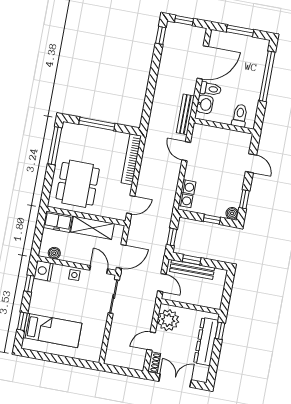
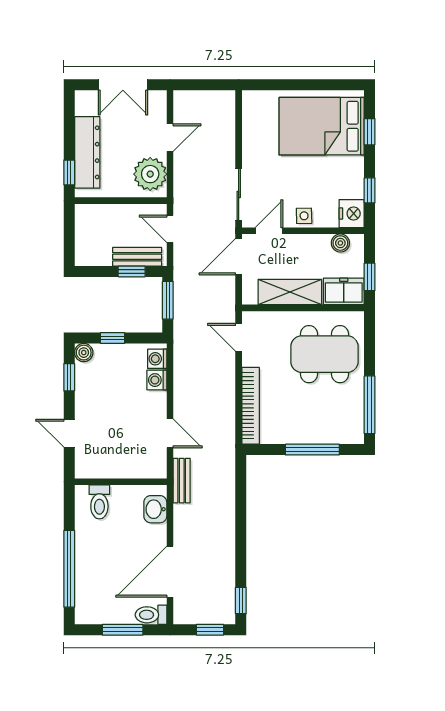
toilet: (210, 89) -> (151, 615), moved
bench: (185, 114) -> (182, 481), width x0.73
dining table: (78, 184) -> (324, 354), turned 90
door: (131, 205) -> (239, 337), hinge flipped
window: (40, 228) -> (370, 277), added
window: (172, 237) -> (168, 300), width x1.50
door: (99, 270) -> (269, 231), swing flipped
bench: (192, 270) -> (137, 257), width x0.73
bed: (52, 330) -> (322, 126), width x1.50
shoe rack: (154, 362) -> (159, 107), removed

